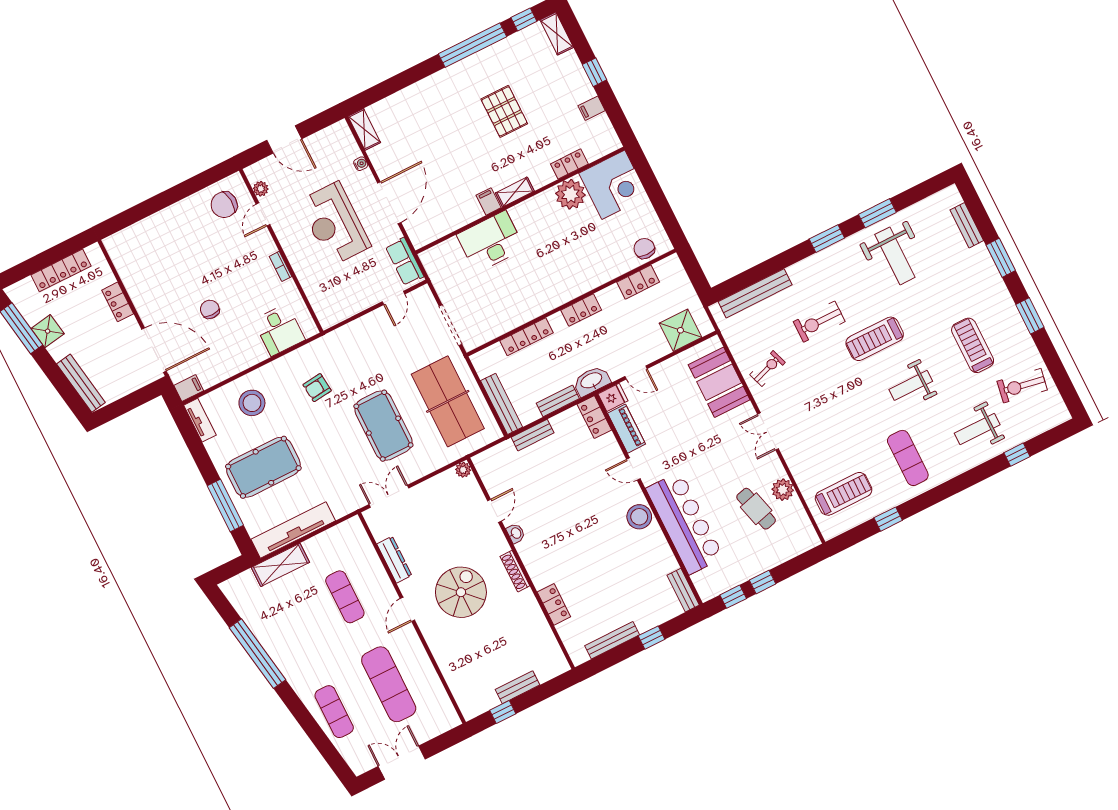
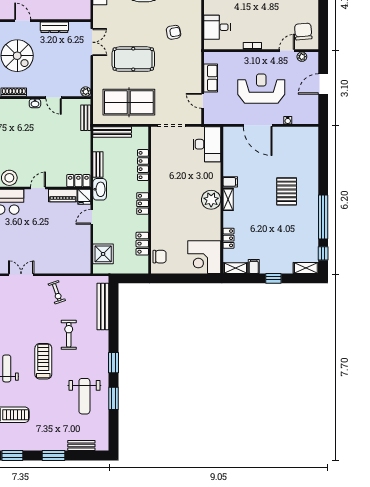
pallet: (504, 111) -> (287, 191), moved, turned 90
shelving: (364, 129) -> (235, 268), moved
plant: (570, 194) -> (211, 200), moved
door: (263, 214) -> (287, 51), hinge flipped
desk: (491, 242) -> (207, 144), moved
weight bench: (895, 256) -> (84, 396), turned -90
row of seats: (405, 262) -> (211, 78), moved, turned 90
booth: (719, 382) -> (63, 261), removed
armchair: (317, 388) -> (174, 32), turned 86
bench: (533, 435) -> (86, 118), moved

